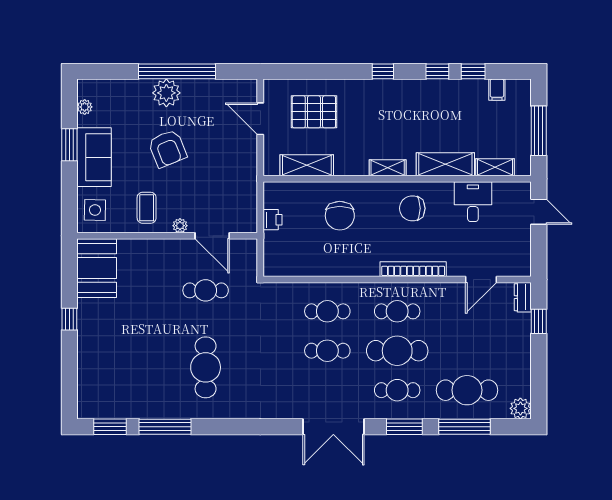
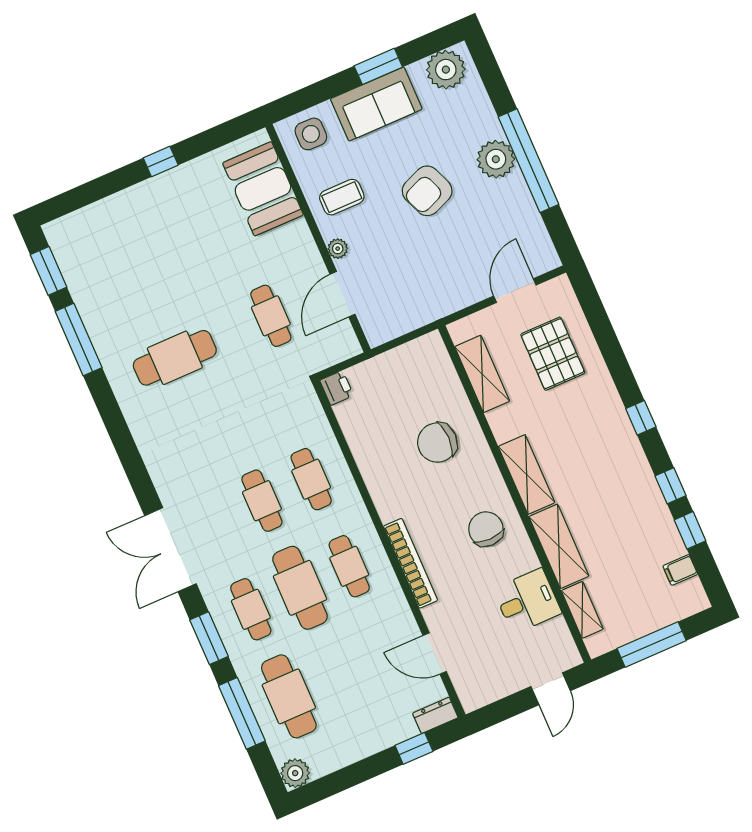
plant: (85, 107) -> (446, 70), width x1.87, depth x1.87
shelving: (388, 168) -> (527, 474), width x1.50, depth x1.33
printer: (273, 220) -> (337, 388), moved, turned -90
booth: (97, 268) -> (263, 189), moved, turned 90

